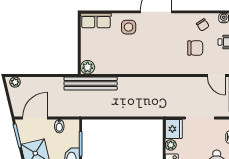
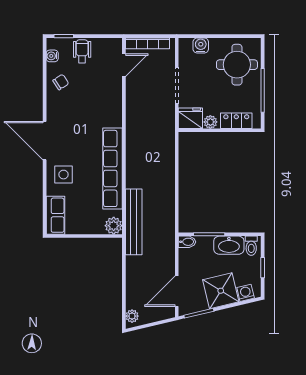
chair: (195, 48) -> (90, 91), removed
row of seats: (133, 66) -> (113, 168), added
door: (35, 118) -> (177, 291), hinge flipped
bidet: (59, 126) -> (187, 242), moved

